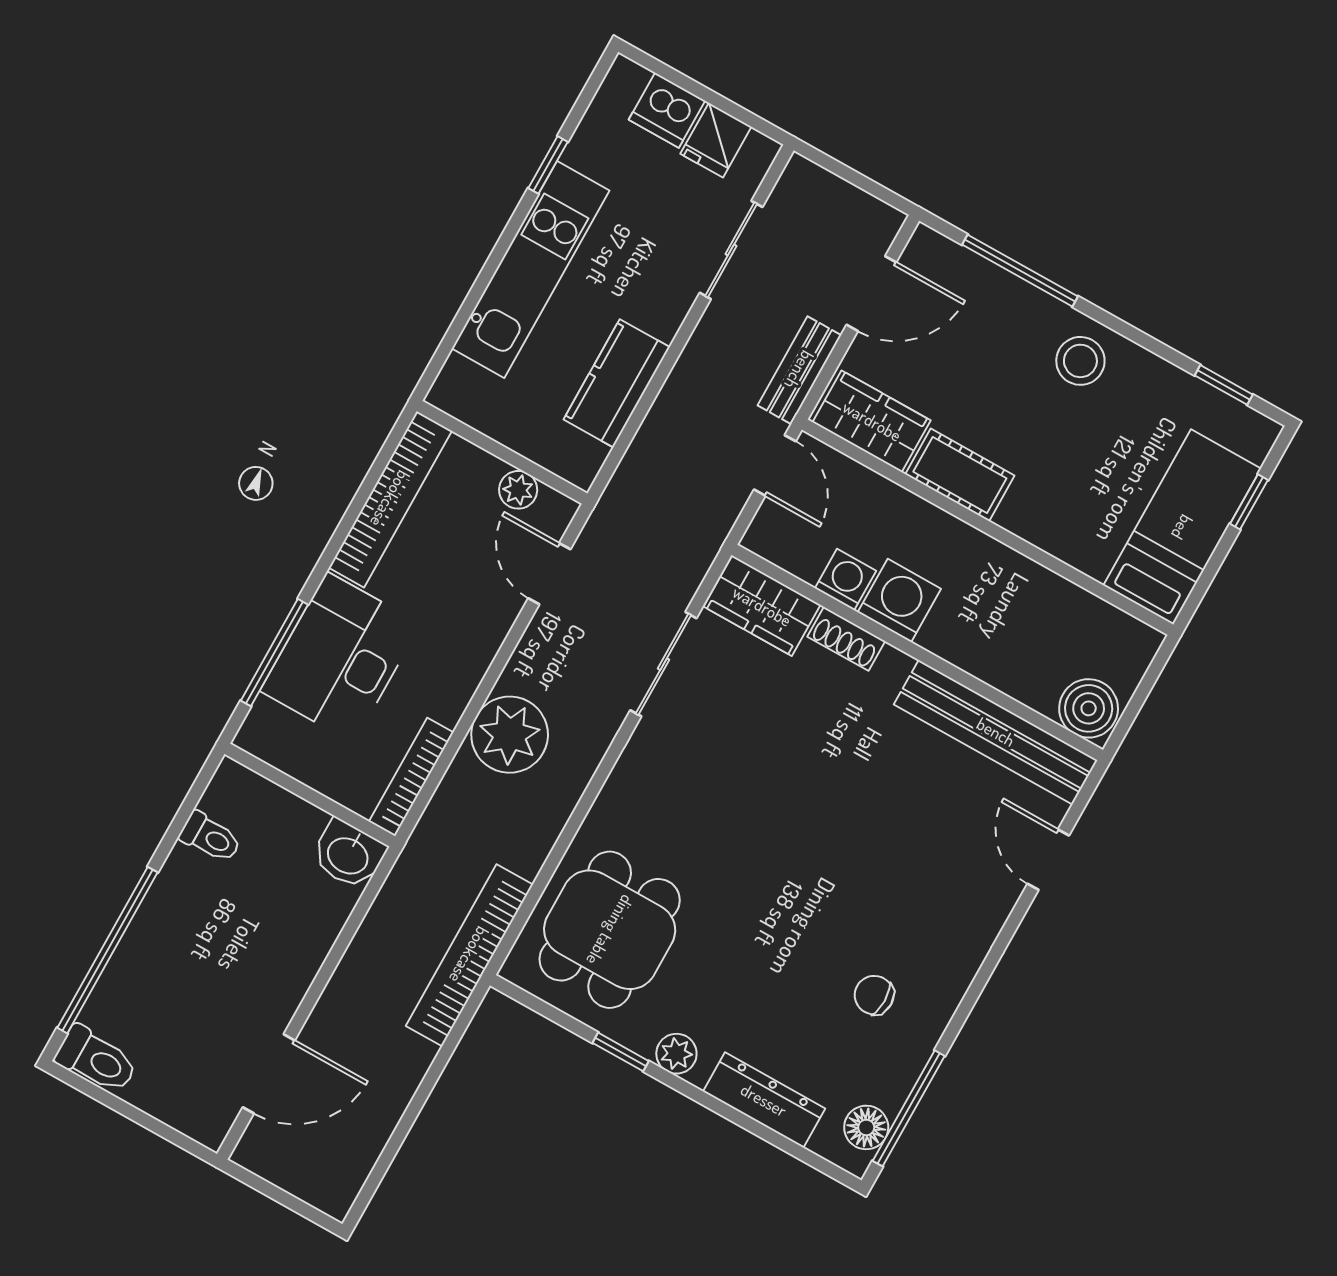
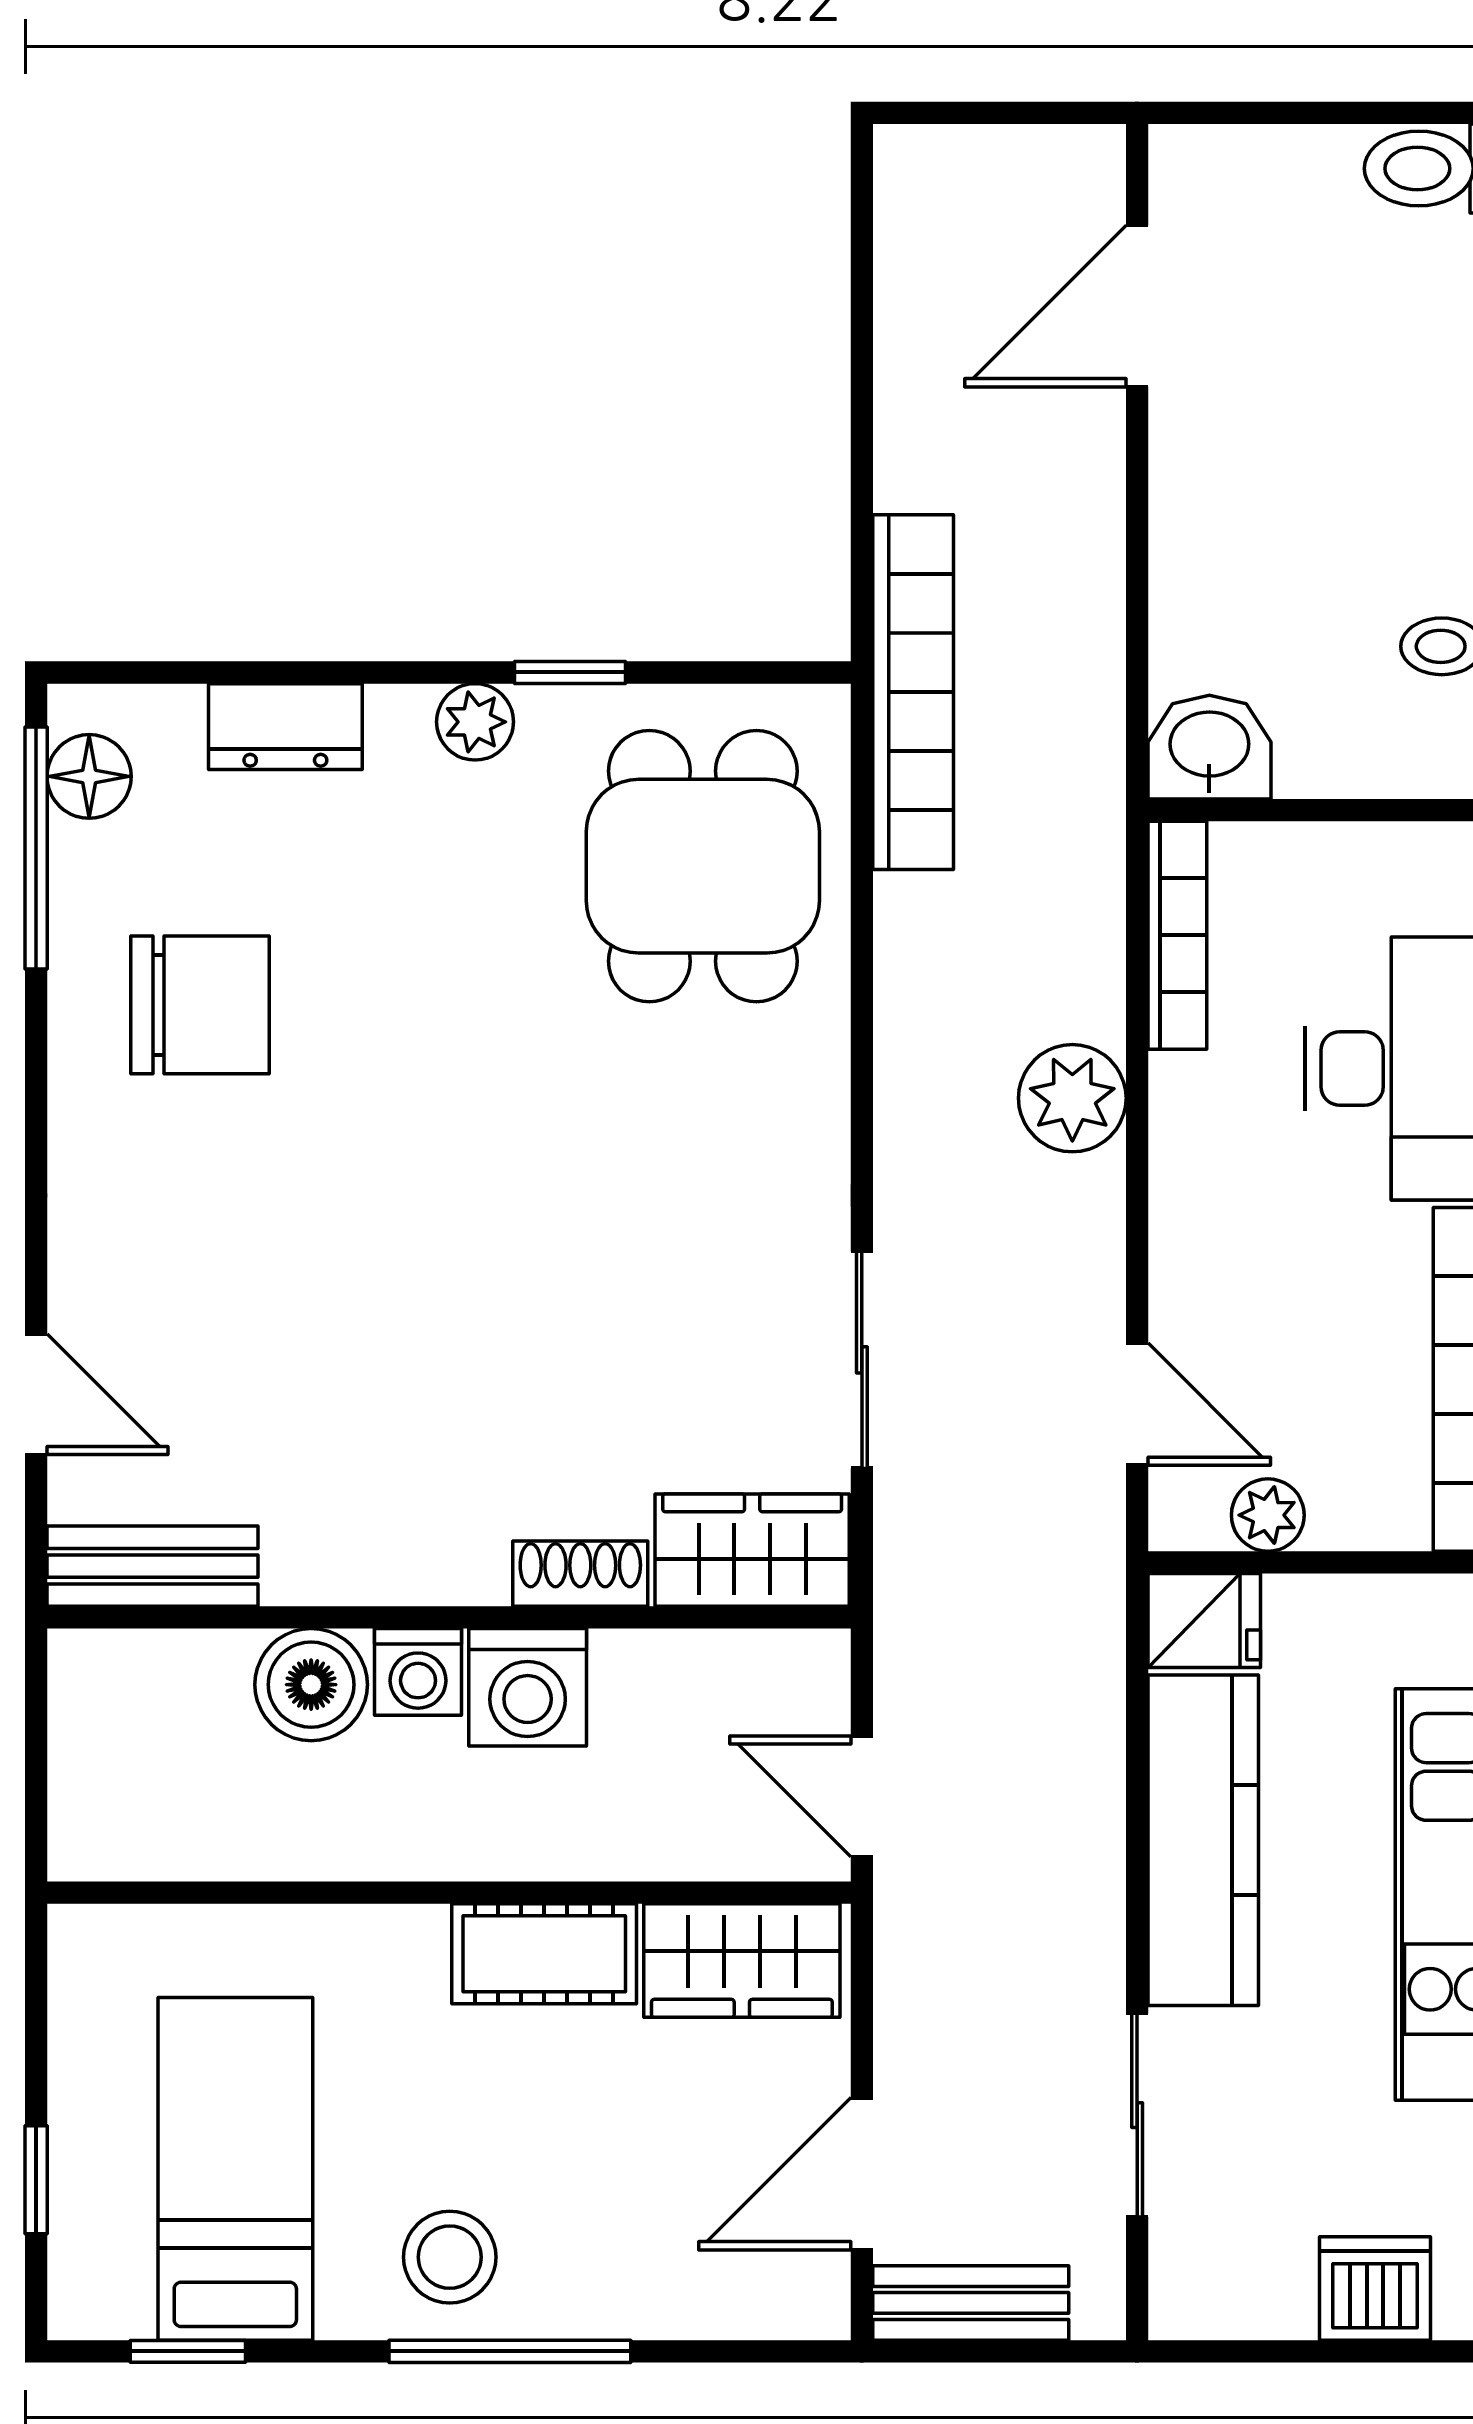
fridge: (716, 140) -> (1204, 1620), moved, turned 90
window: (1020, 271) -> (510, 2351), moved
bench: (799, 370) -> (971, 2303), moved, turned 90
kitchen counter: (617, 383) -> (1203, 1840), width x1.50
bed: (1182, 527) -> (235, 2169), moved, turned 180
washing machine: (845, 580) -> (418, 1672), moved
boiler: (1089, 708) -> (311, 1685), moved
bench: (996, 732) -> (152, 1566), width x0.54, depth x0.82
plant: (510, 735) -> (1072, 1098), width x0.73, depth x0.73
chair: (874, 995) -> (200, 1005), width x1.87, depth x1.87
dresser: (764, 1100) -> (285, 727), width x0.70

